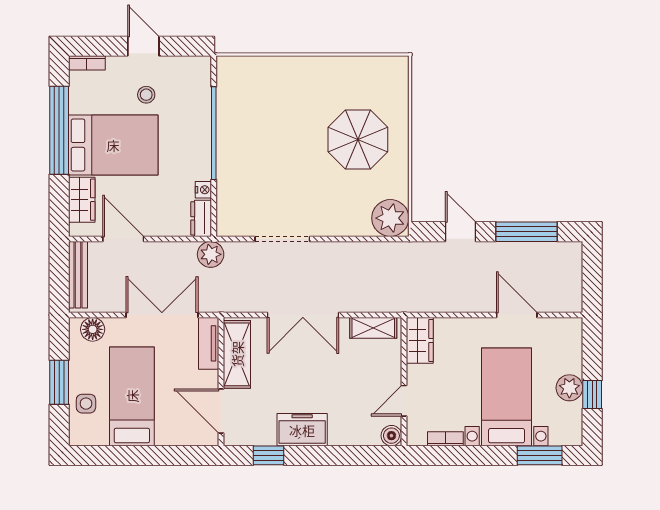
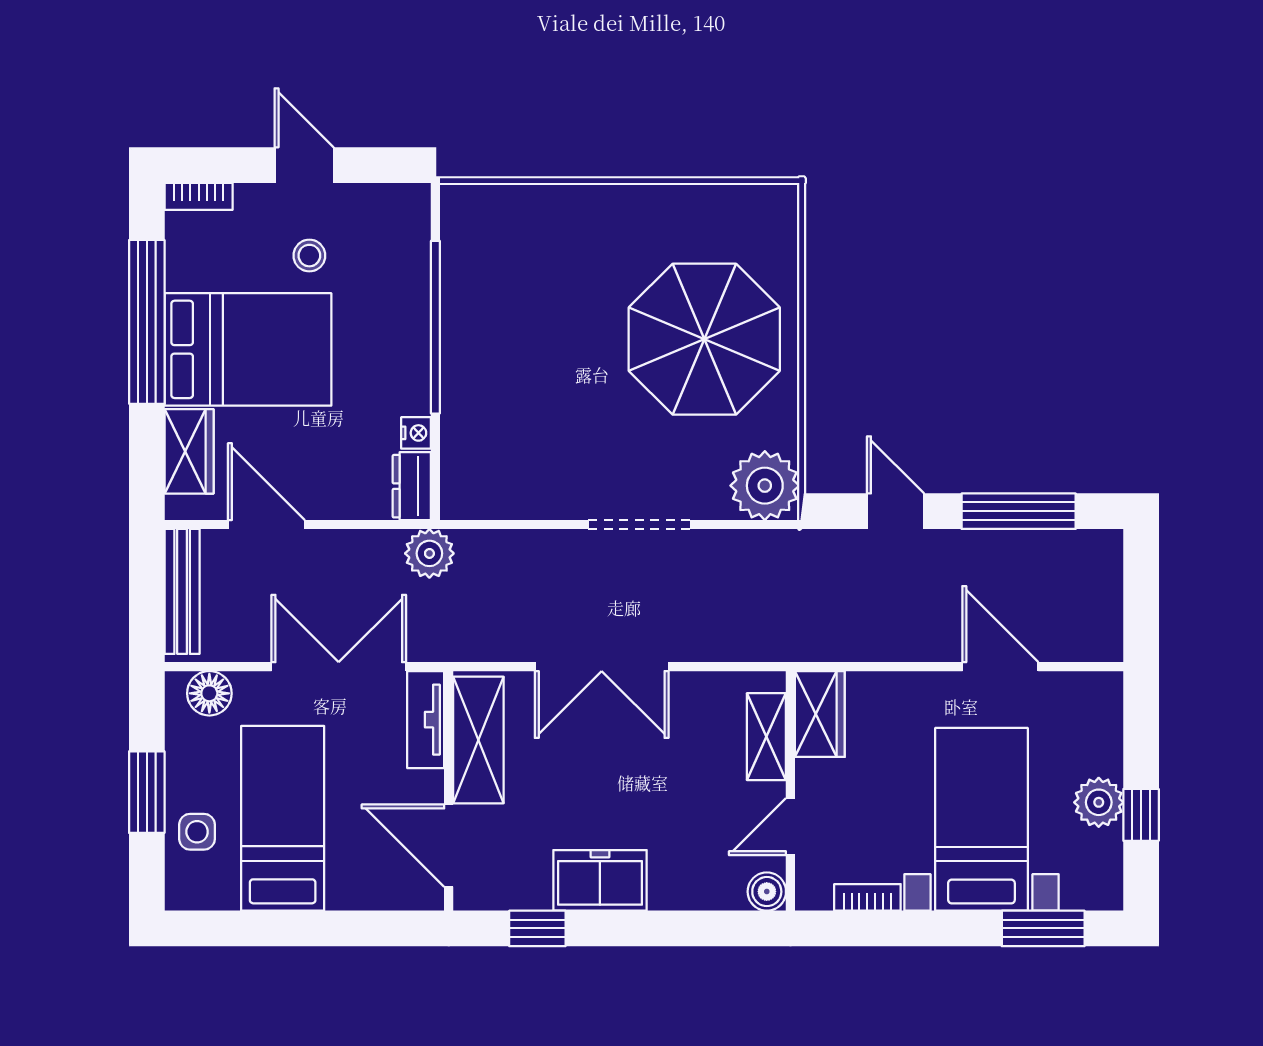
parasol: (358, 140) -> (704, 339), width x1.36, depth x1.36
doorway: (282, 239) -> (640, 525), moved
shelving: (373, 328) -> (766, 737), moved, turned 90

